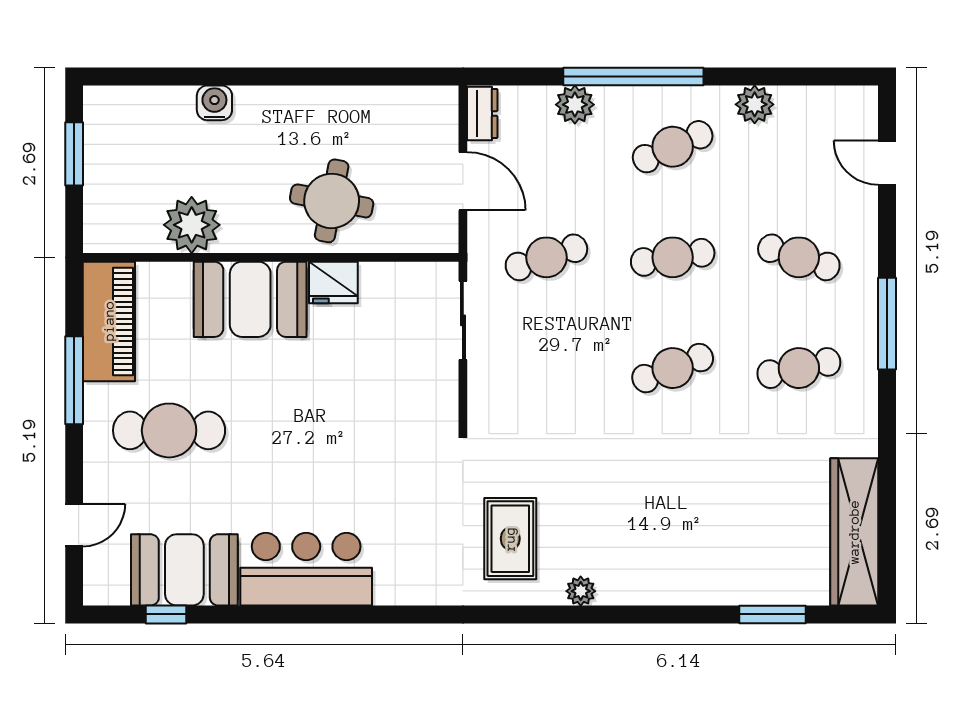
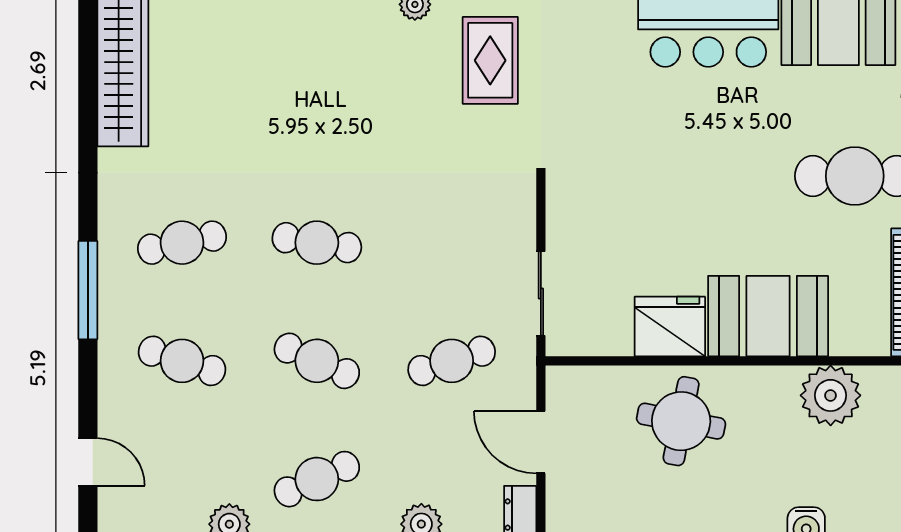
cafe table: (673, 257) -> (317, 361), turned 33
fridge: (333, 282) -> (670, 326), width x1.36, depth x1.34
cafe table: (673, 368) -> (317, 243), turned 30

